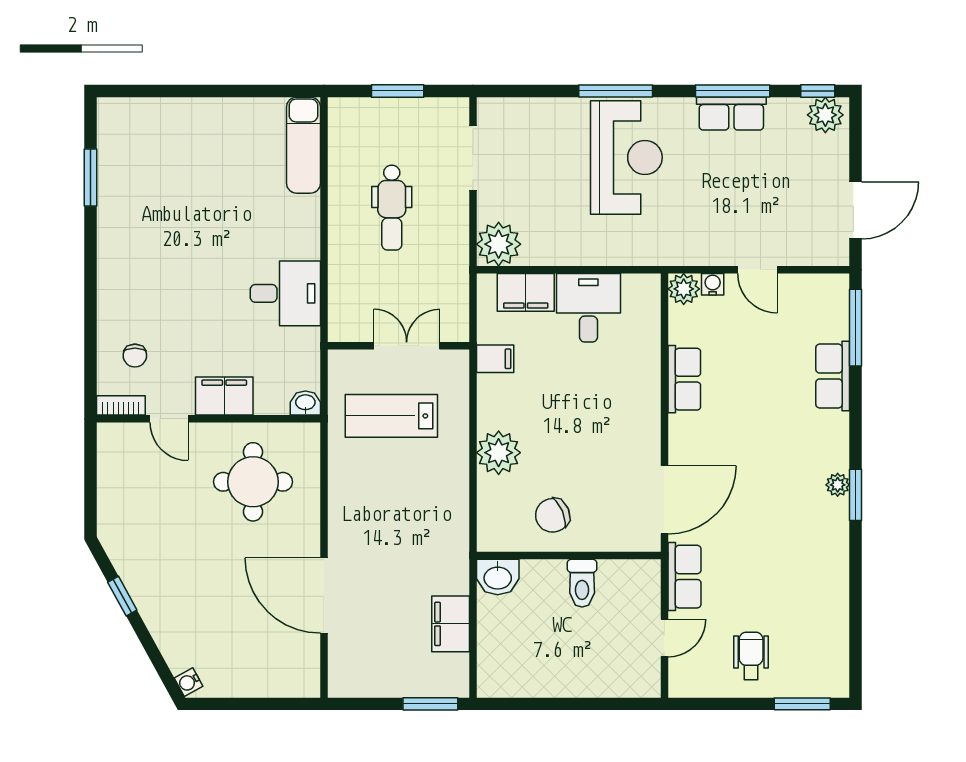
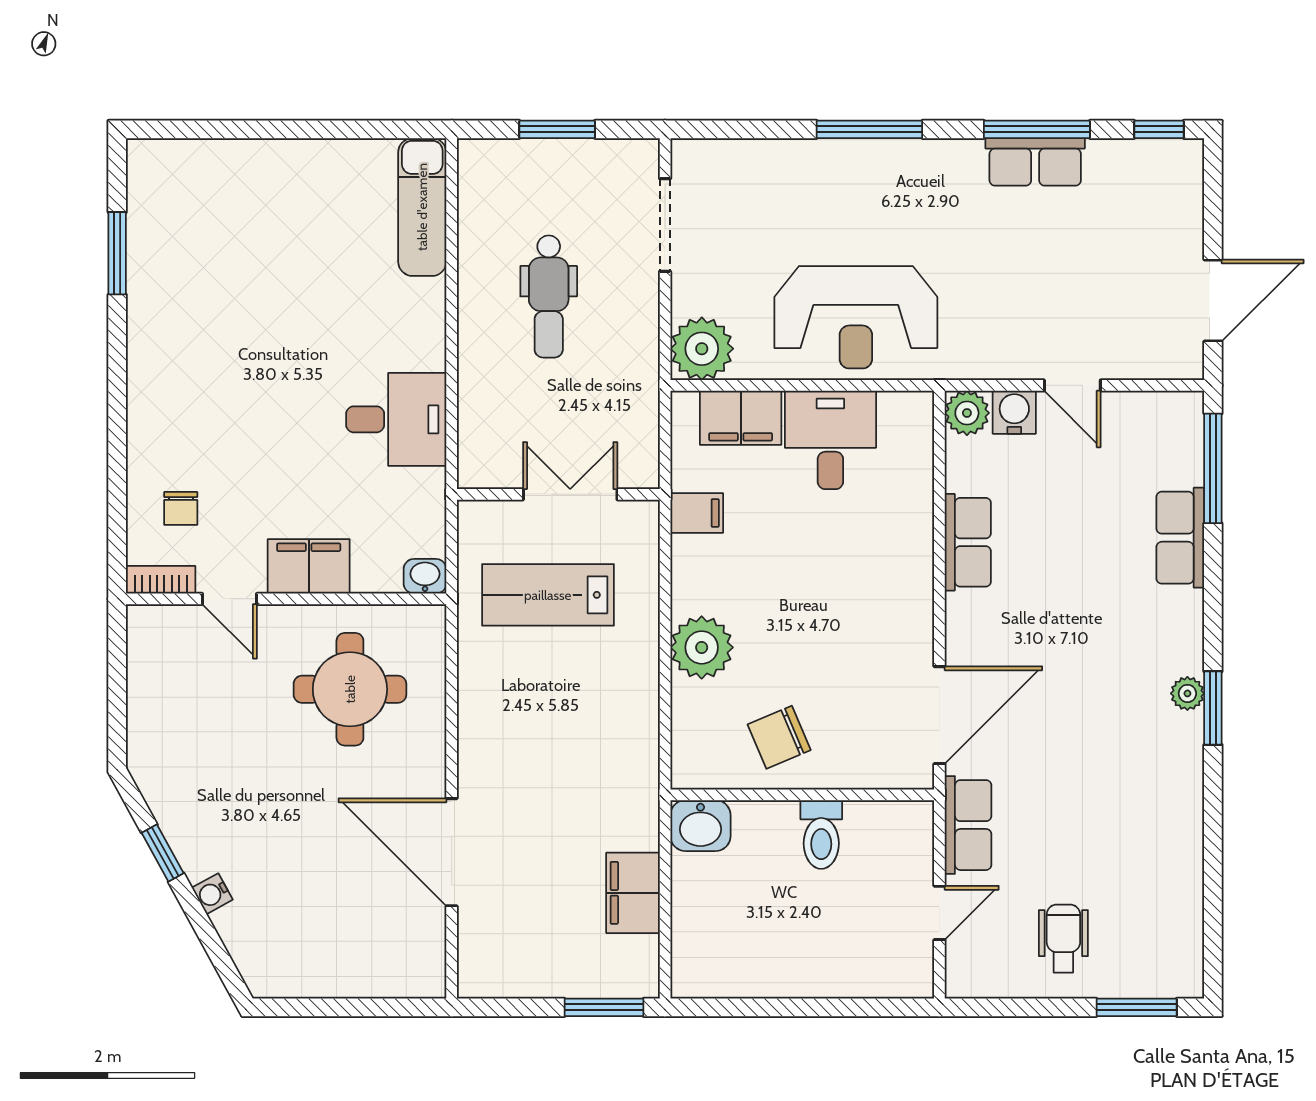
plant: (825, 115) -> (1170, 164), removed
reception desk: (626, 157) -> (856, 317), moved, turned 90
water cooler: (713, 284) -> (1014, 412), width x1.38, depth x1.38
water cooler: (188, 682) -> (212, 894), moved

